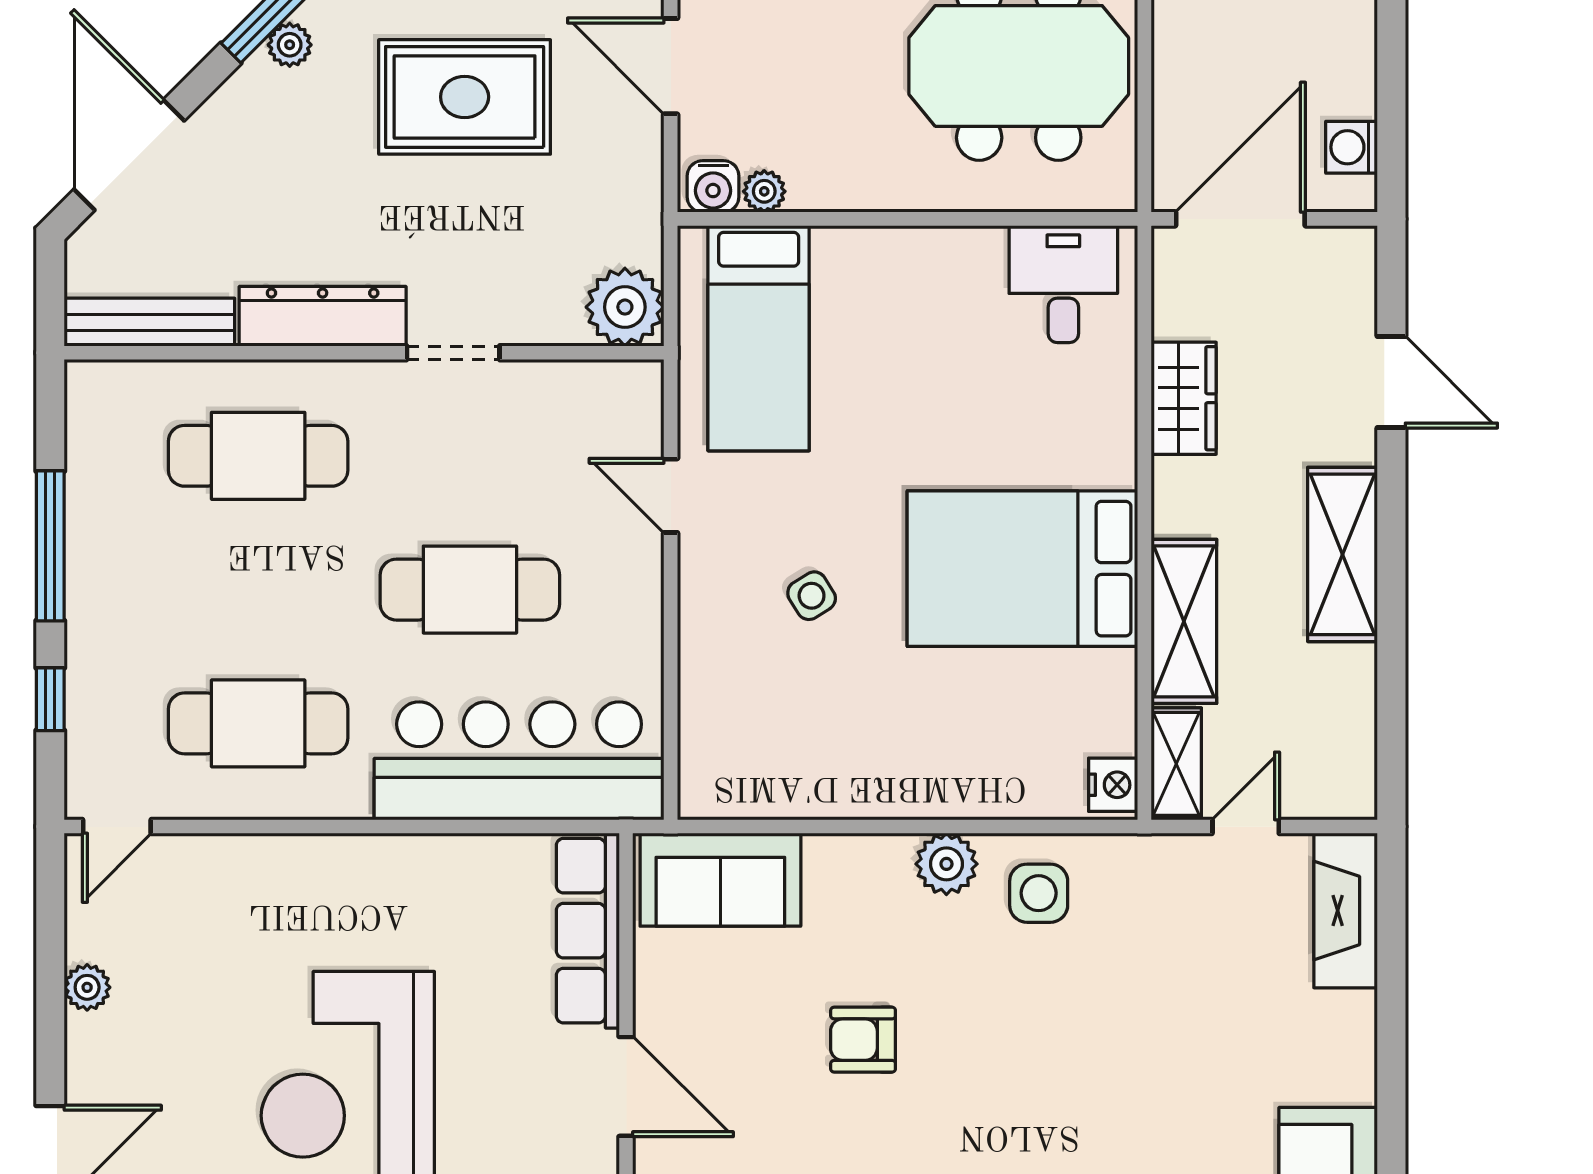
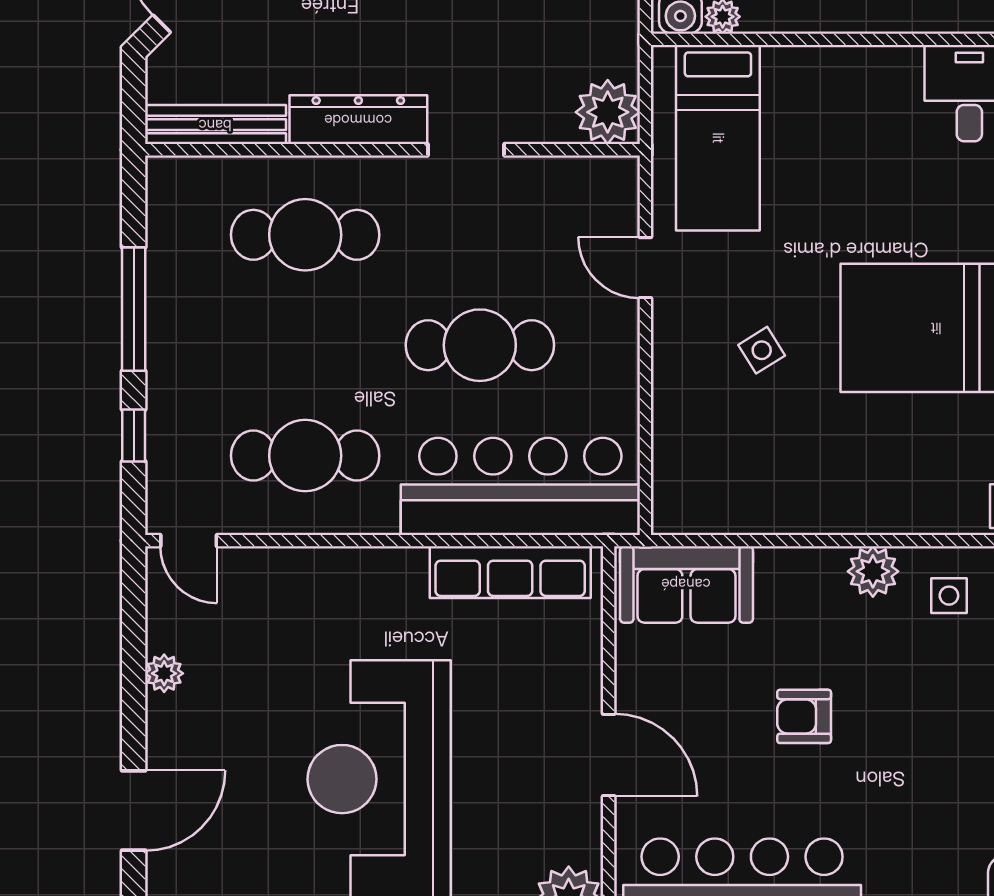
door: (117, 827) -> (189, 541), hinge flipped
side table: (1039, 893) -> (949, 596), width x0.73, depth x0.73
row of seats: (588, 931) -> (510, 572), moved, turned -90

